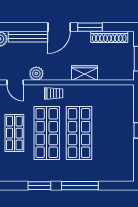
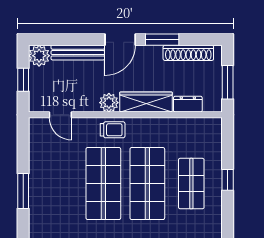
plant: (36, 73) -> (109, 103), moved
wardrobe: (85, 73) -> (146, 102), width x1.50
dresser: (109, 75) -> (188, 104), added
shop shelf: (14, 133) -> (191, 184), moved

